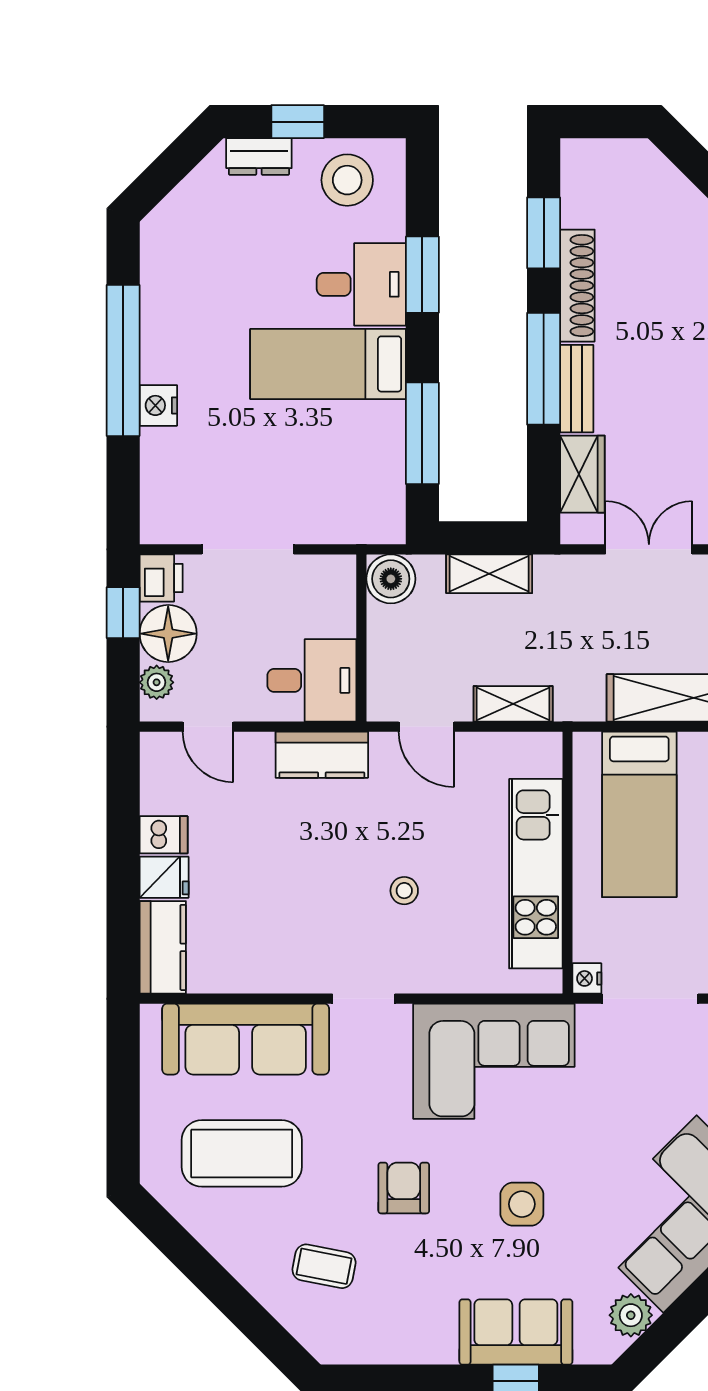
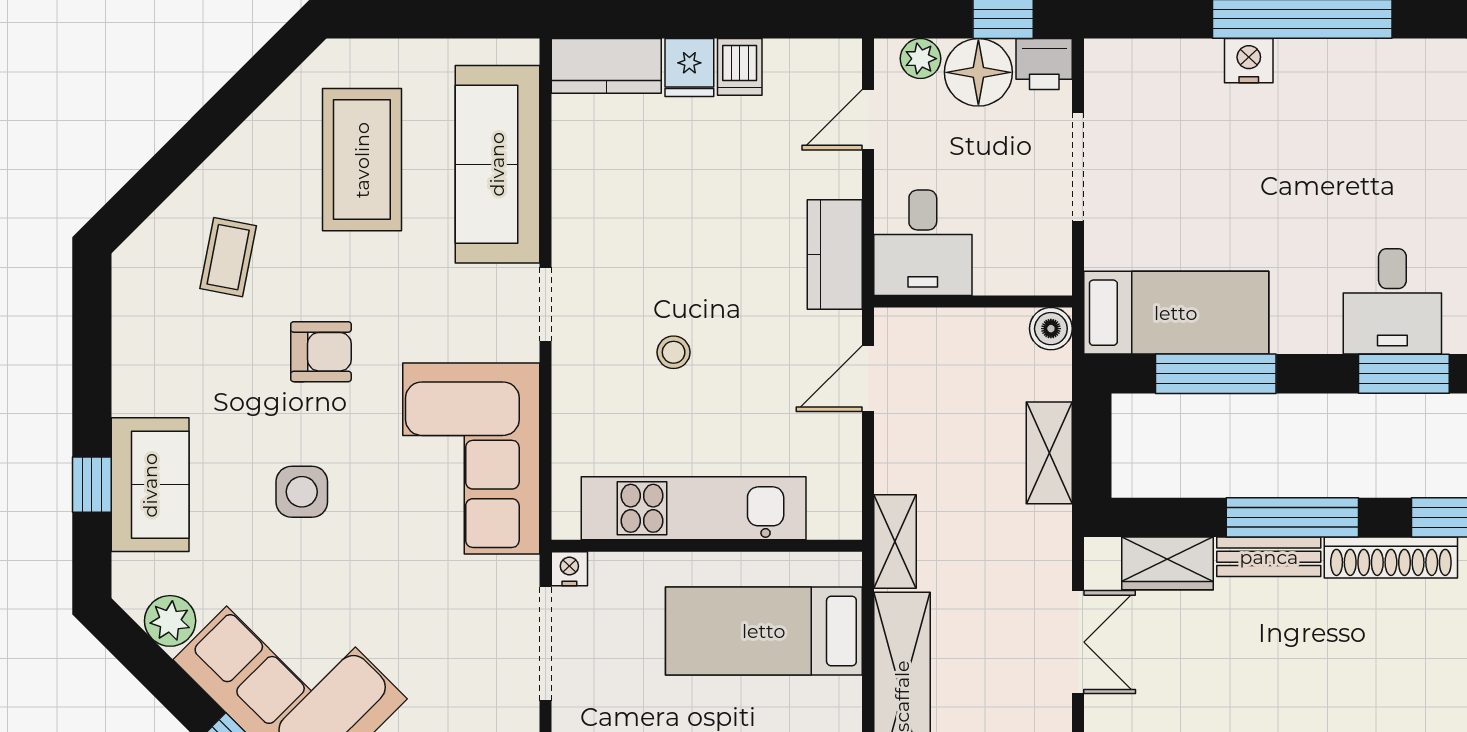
bed: (328, 364) -> (1176, 313), moved, turned 90
boiler: (391, 579) -> (1051, 329), width x0.73, depth x0.73
shelving: (513, 704) -> (895, 541), moved

